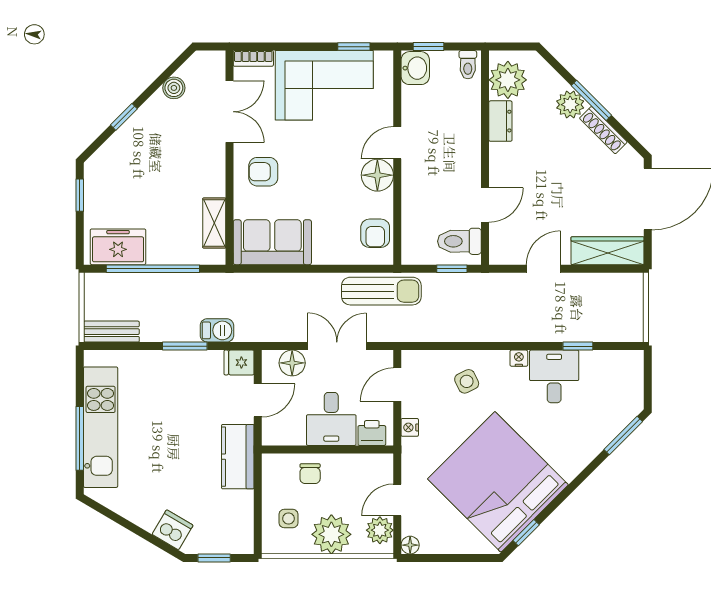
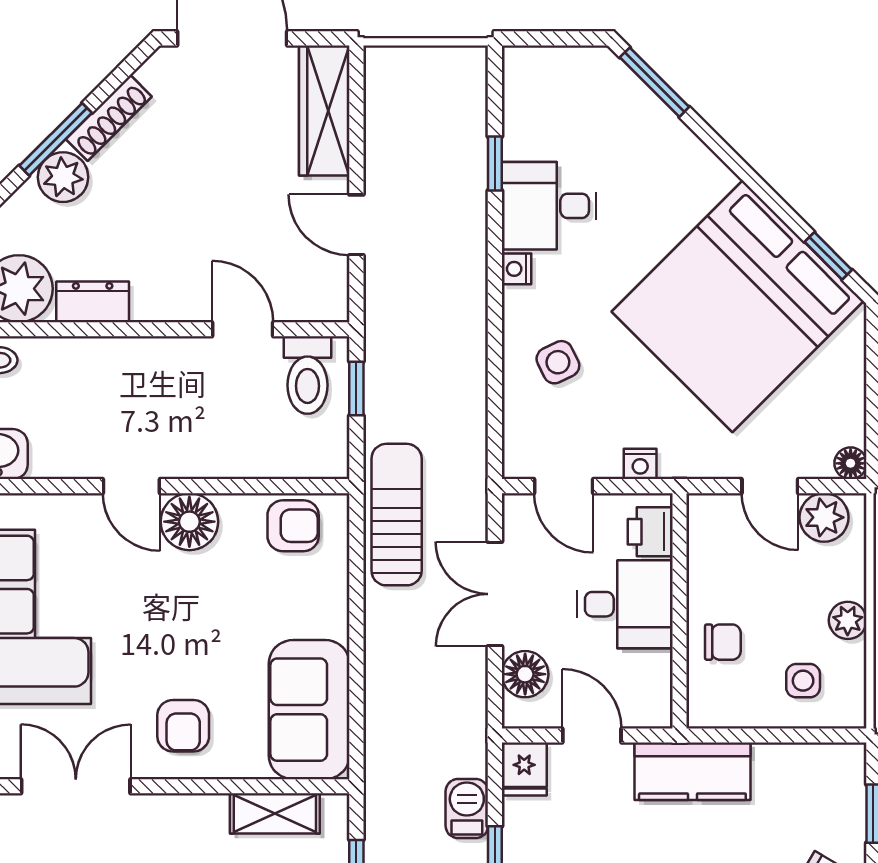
plant: (331, 534) -> (848, 620), width x0.53, depth x0.53

